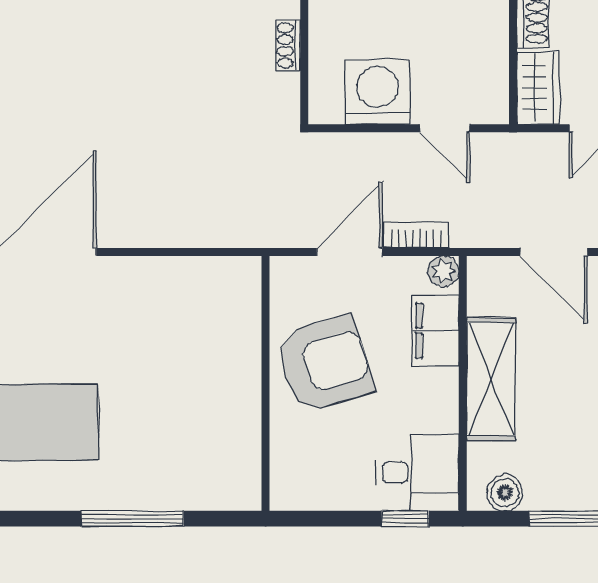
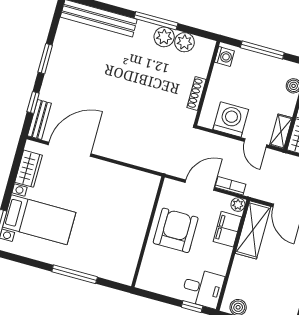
shoe rack: (288, 45) -> (196, 94), width x1.43
shelving: (493, 88) -> (281, 131), added
armchair: (324, 364) -> (176, 230), turned -73
shelving: (491, 379) -> (253, 230), moved

